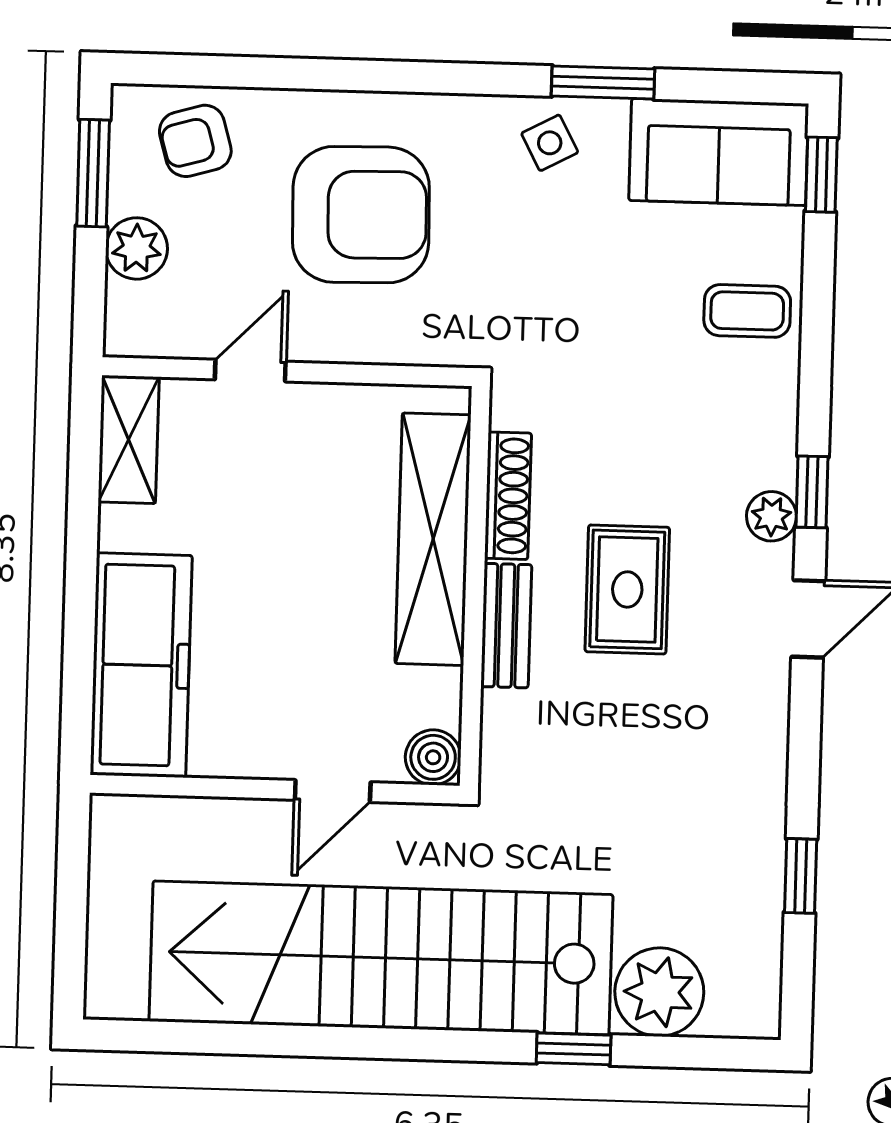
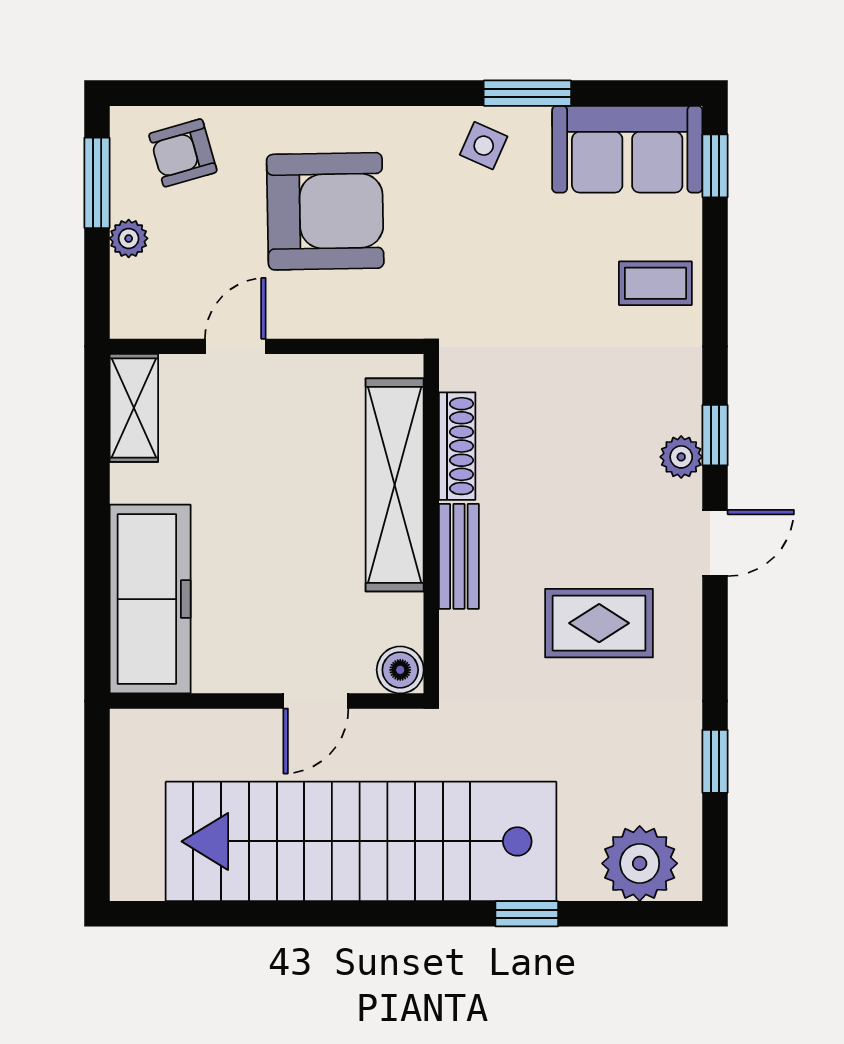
side table: (550, 143) -> (484, 146), turned -38
plant: (137, 248) -> (129, 238), width x0.73, depth x0.73
rug: (627, 589) -> (599, 623), moved, turned 90
plant: (659, 992) -> (640, 863), moved

